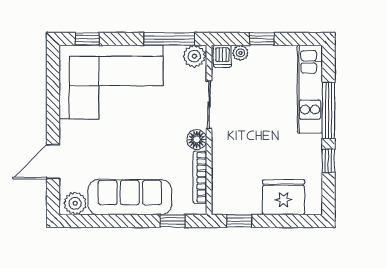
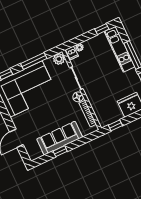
window: (169, 39) -> (34, 61), moved
window: (262, 39) -> (102, 29), moved
plant: (75, 203) -> (36, 153), removed
window: (173, 221) -> (60, 151), moved

